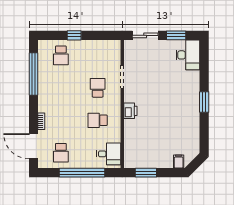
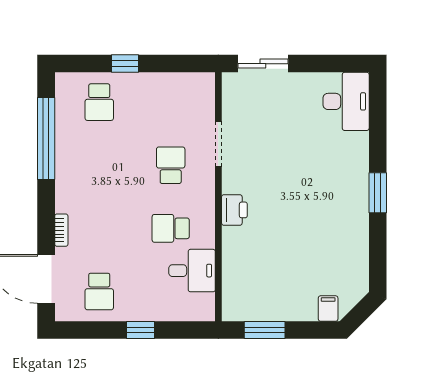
window: (176, 35) -> (323, 64), removed
desk: (109, 154) -> (192, 271), moved
window: (82, 173) -> (141, 330), width x0.32

